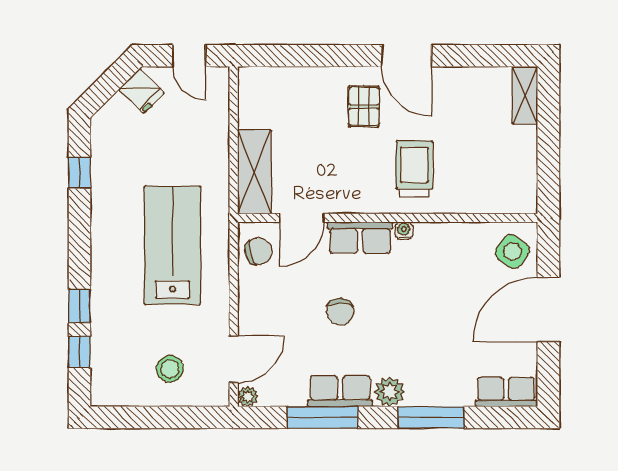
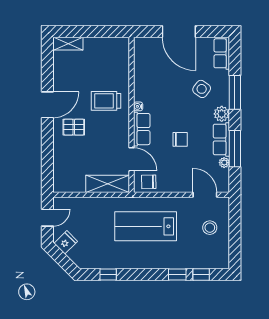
chair: (258, 251) -> (149, 182), turned -75
side table: (512, 251) -> (202, 89), moved
plant: (248, 397) -> (224, 163), moved

